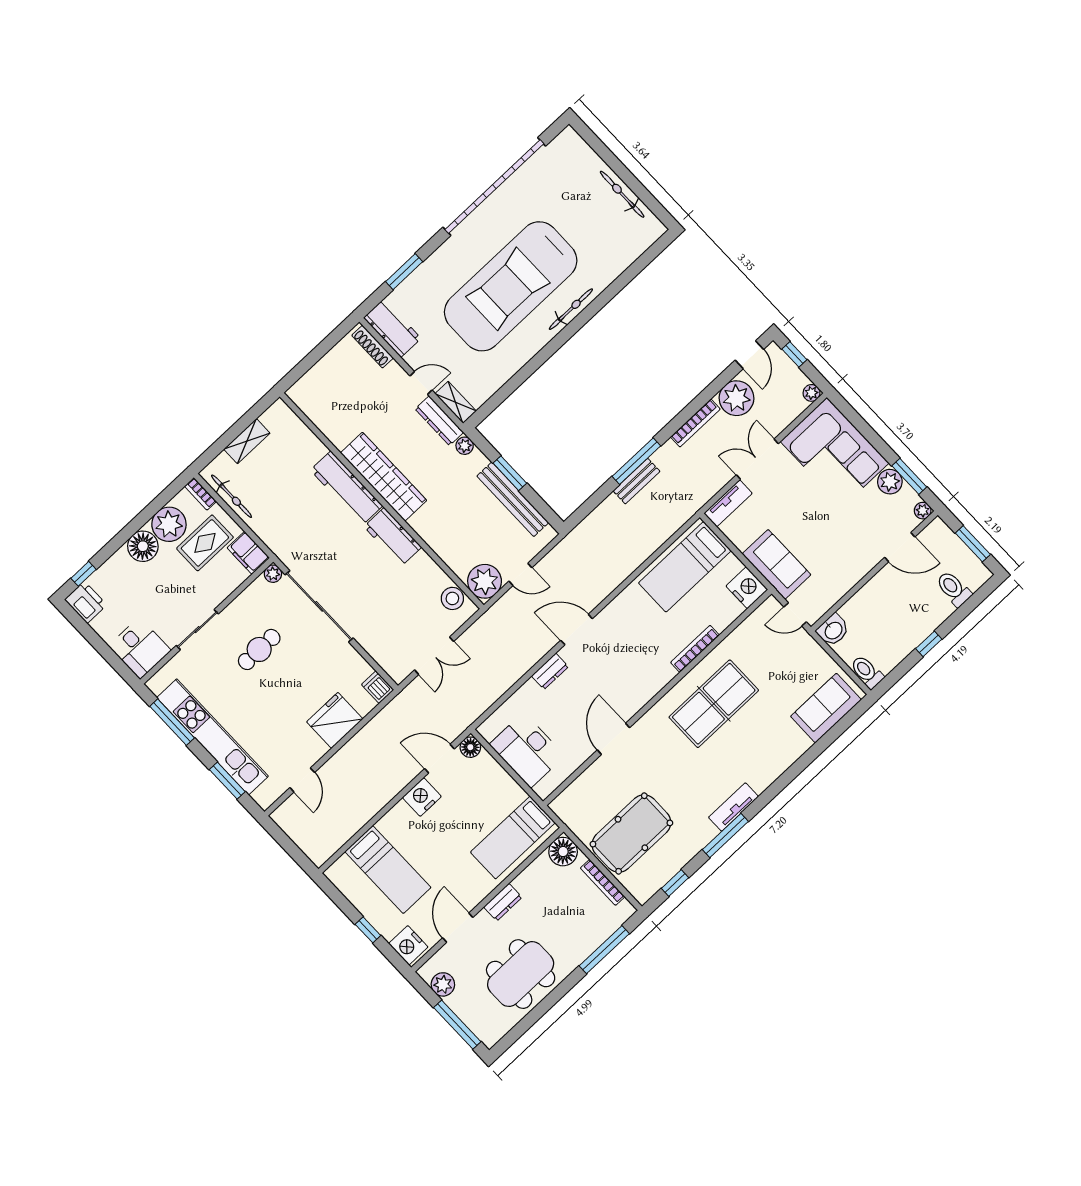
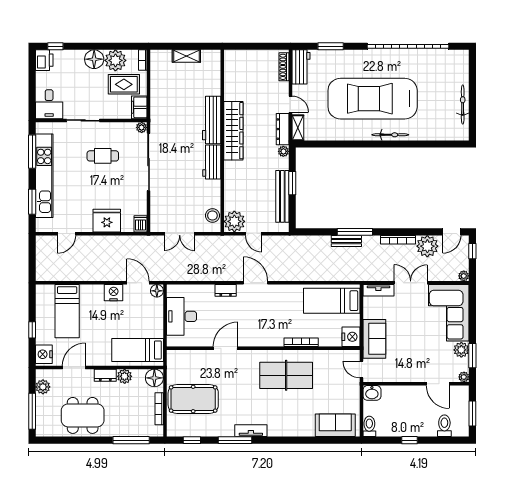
bicycle: (232, 496) -> (156, 74), removed
plant: (527, 882) -> (125, 376), added

